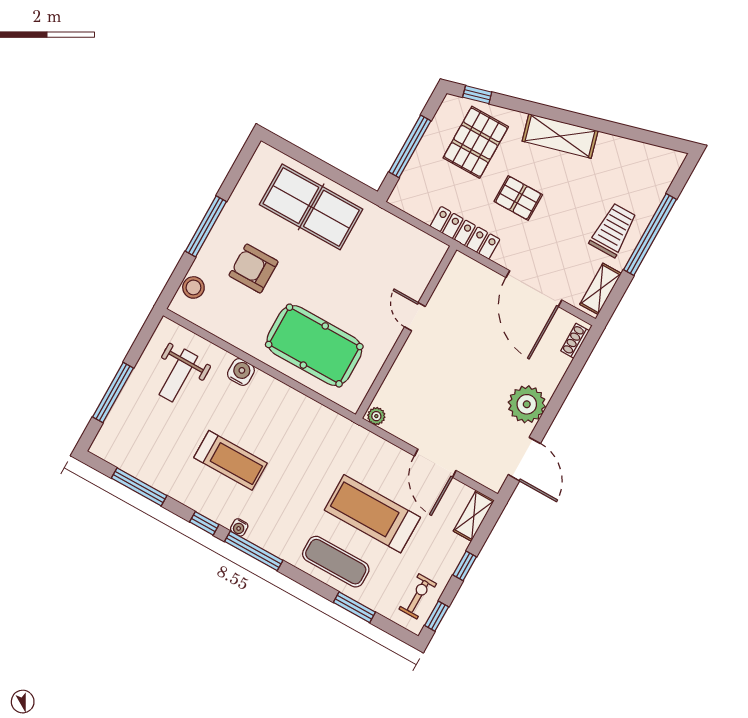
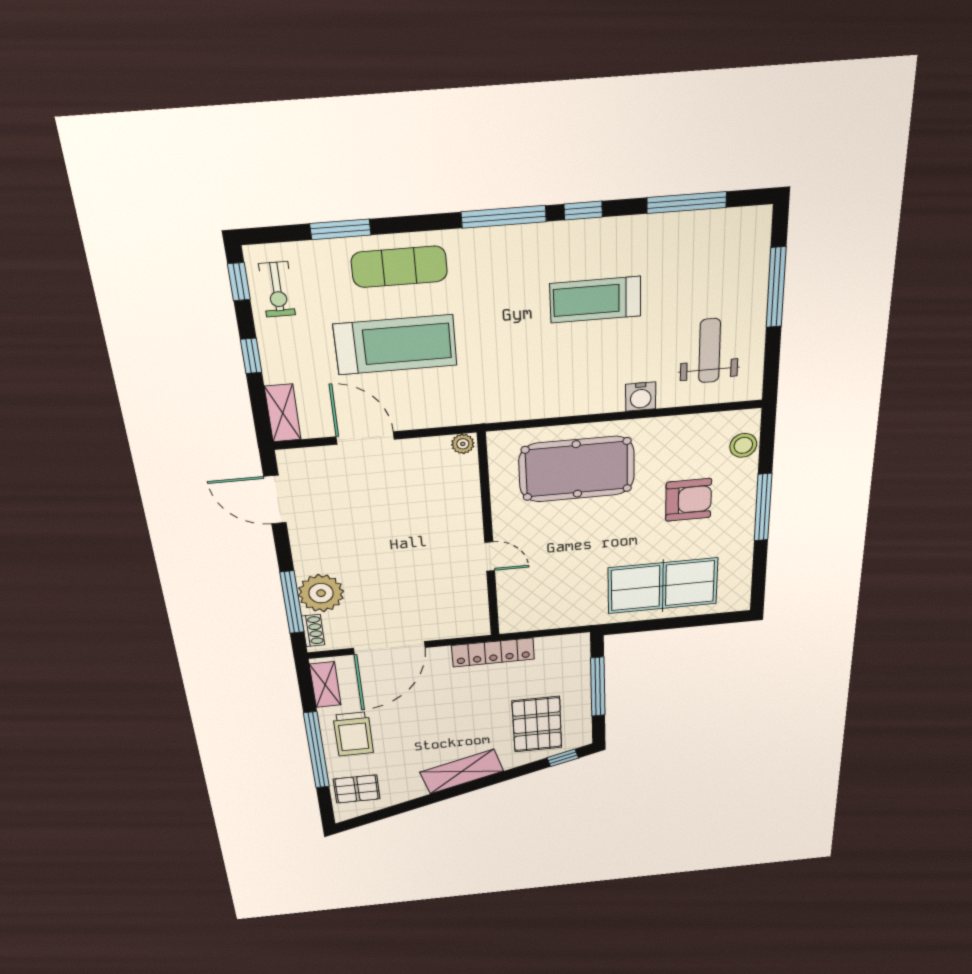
pallet: (518, 198) -> (357, 789), moved
door: (534, 289) -> (389, 648), swing flipped
window: (572, 374) -> (292, 602), added
plant: (527, 404) -> (321, 593), moved
water cooler: (239, 527) -> (538, 232), removed

